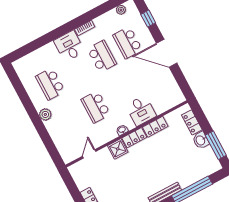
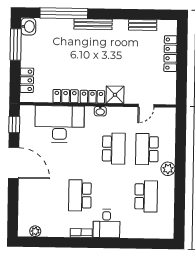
window: (148, 19) -> (14, 125), moved
school desk: (128, 43) -> (147, 149), moved, turned 180
desk: (141, 111) -> (60, 124), width x1.87, depth x1.30
washbasin: (201, 140) -> (28, 26), moved

